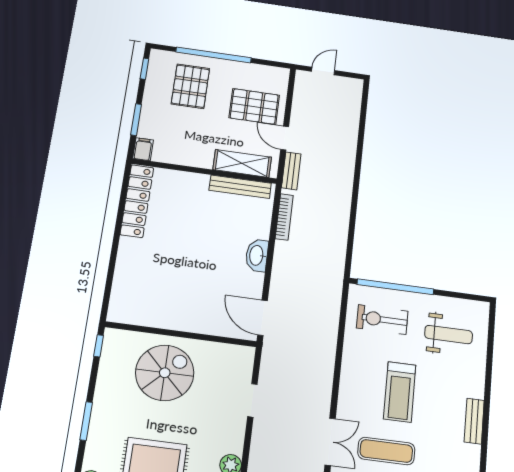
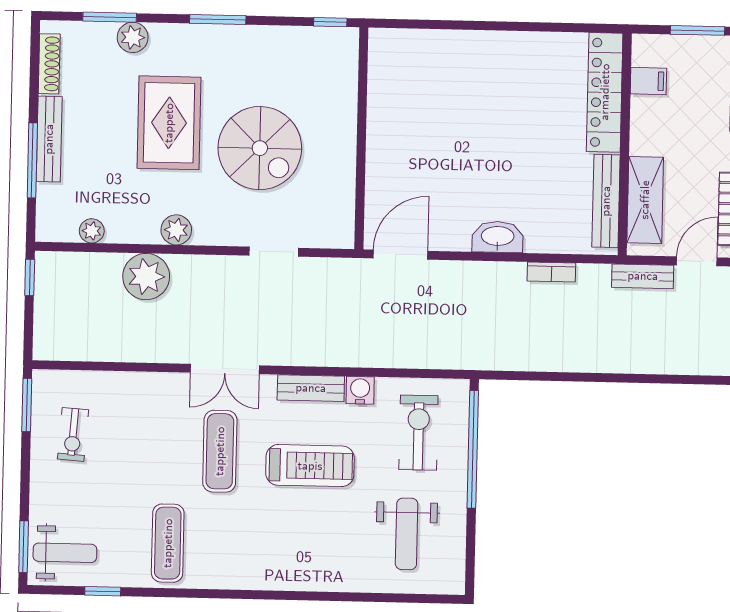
filing cabinet: (143, 149) -> (648, 81), moved
locker: (137, 201) -> (605, 92), moved, turned 90
bookcase: (284, 217) -> (551, 272), width x0.64
water cooler: (351, 354) -> (360, 390), added
spiral stairs: (165, 373) -> (260, 148), moved
treadmill: (400, 392) -> (310, 466), turned 180
bench: (474, 421) -> (311, 388), moved

